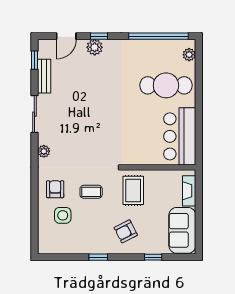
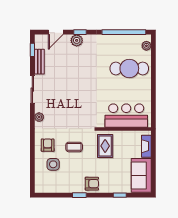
bar counter: (180, 136) -> (126, 116), moved, turned 90
armchair: (126, 231) -> (92, 184), moved, turned -153

